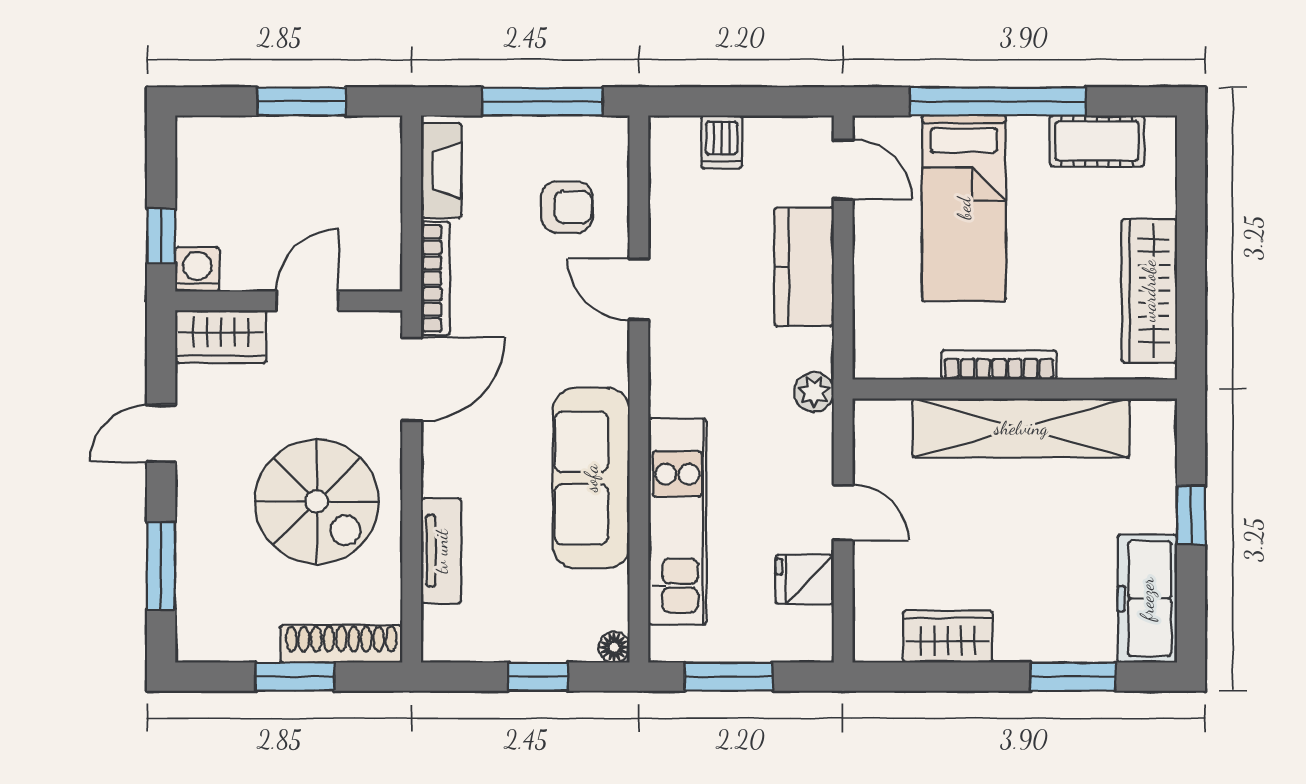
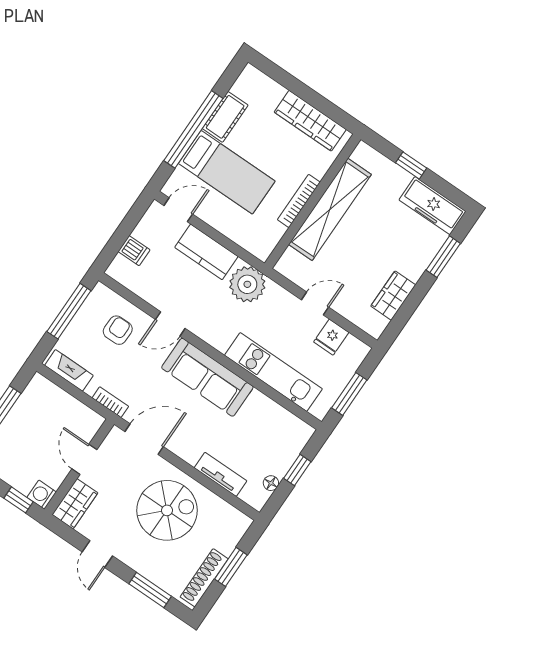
cot: (1097, 141) -> (225, 117), moved
bookcase: (435, 278) -> (110, 402), width x0.64
door: (412, 379) -> (144, 439), hinge flipped
plant: (814, 392) -> (247, 284), width x1.88, depth x1.88
sofa: (591, 478) -> (207, 377), moved
shoe rack: (341, 644) -> (204, 578), moved
floor lamp: (614, 647) -> (271, 483), moved

